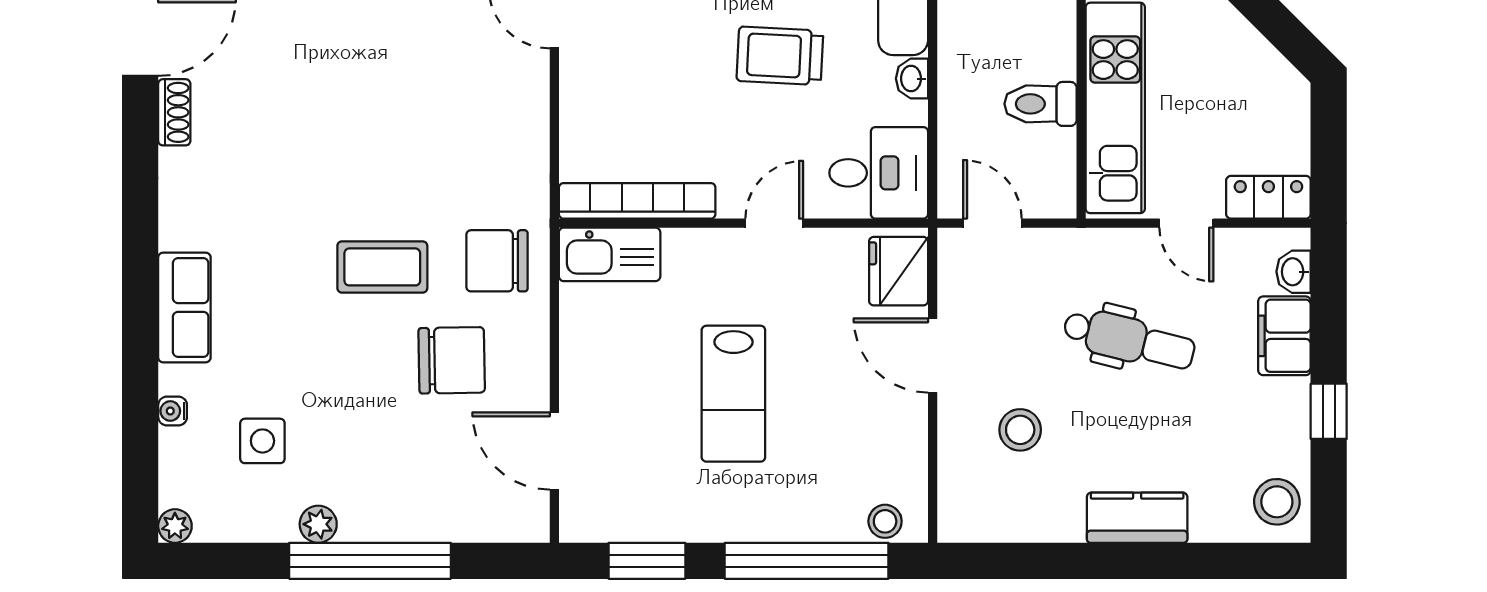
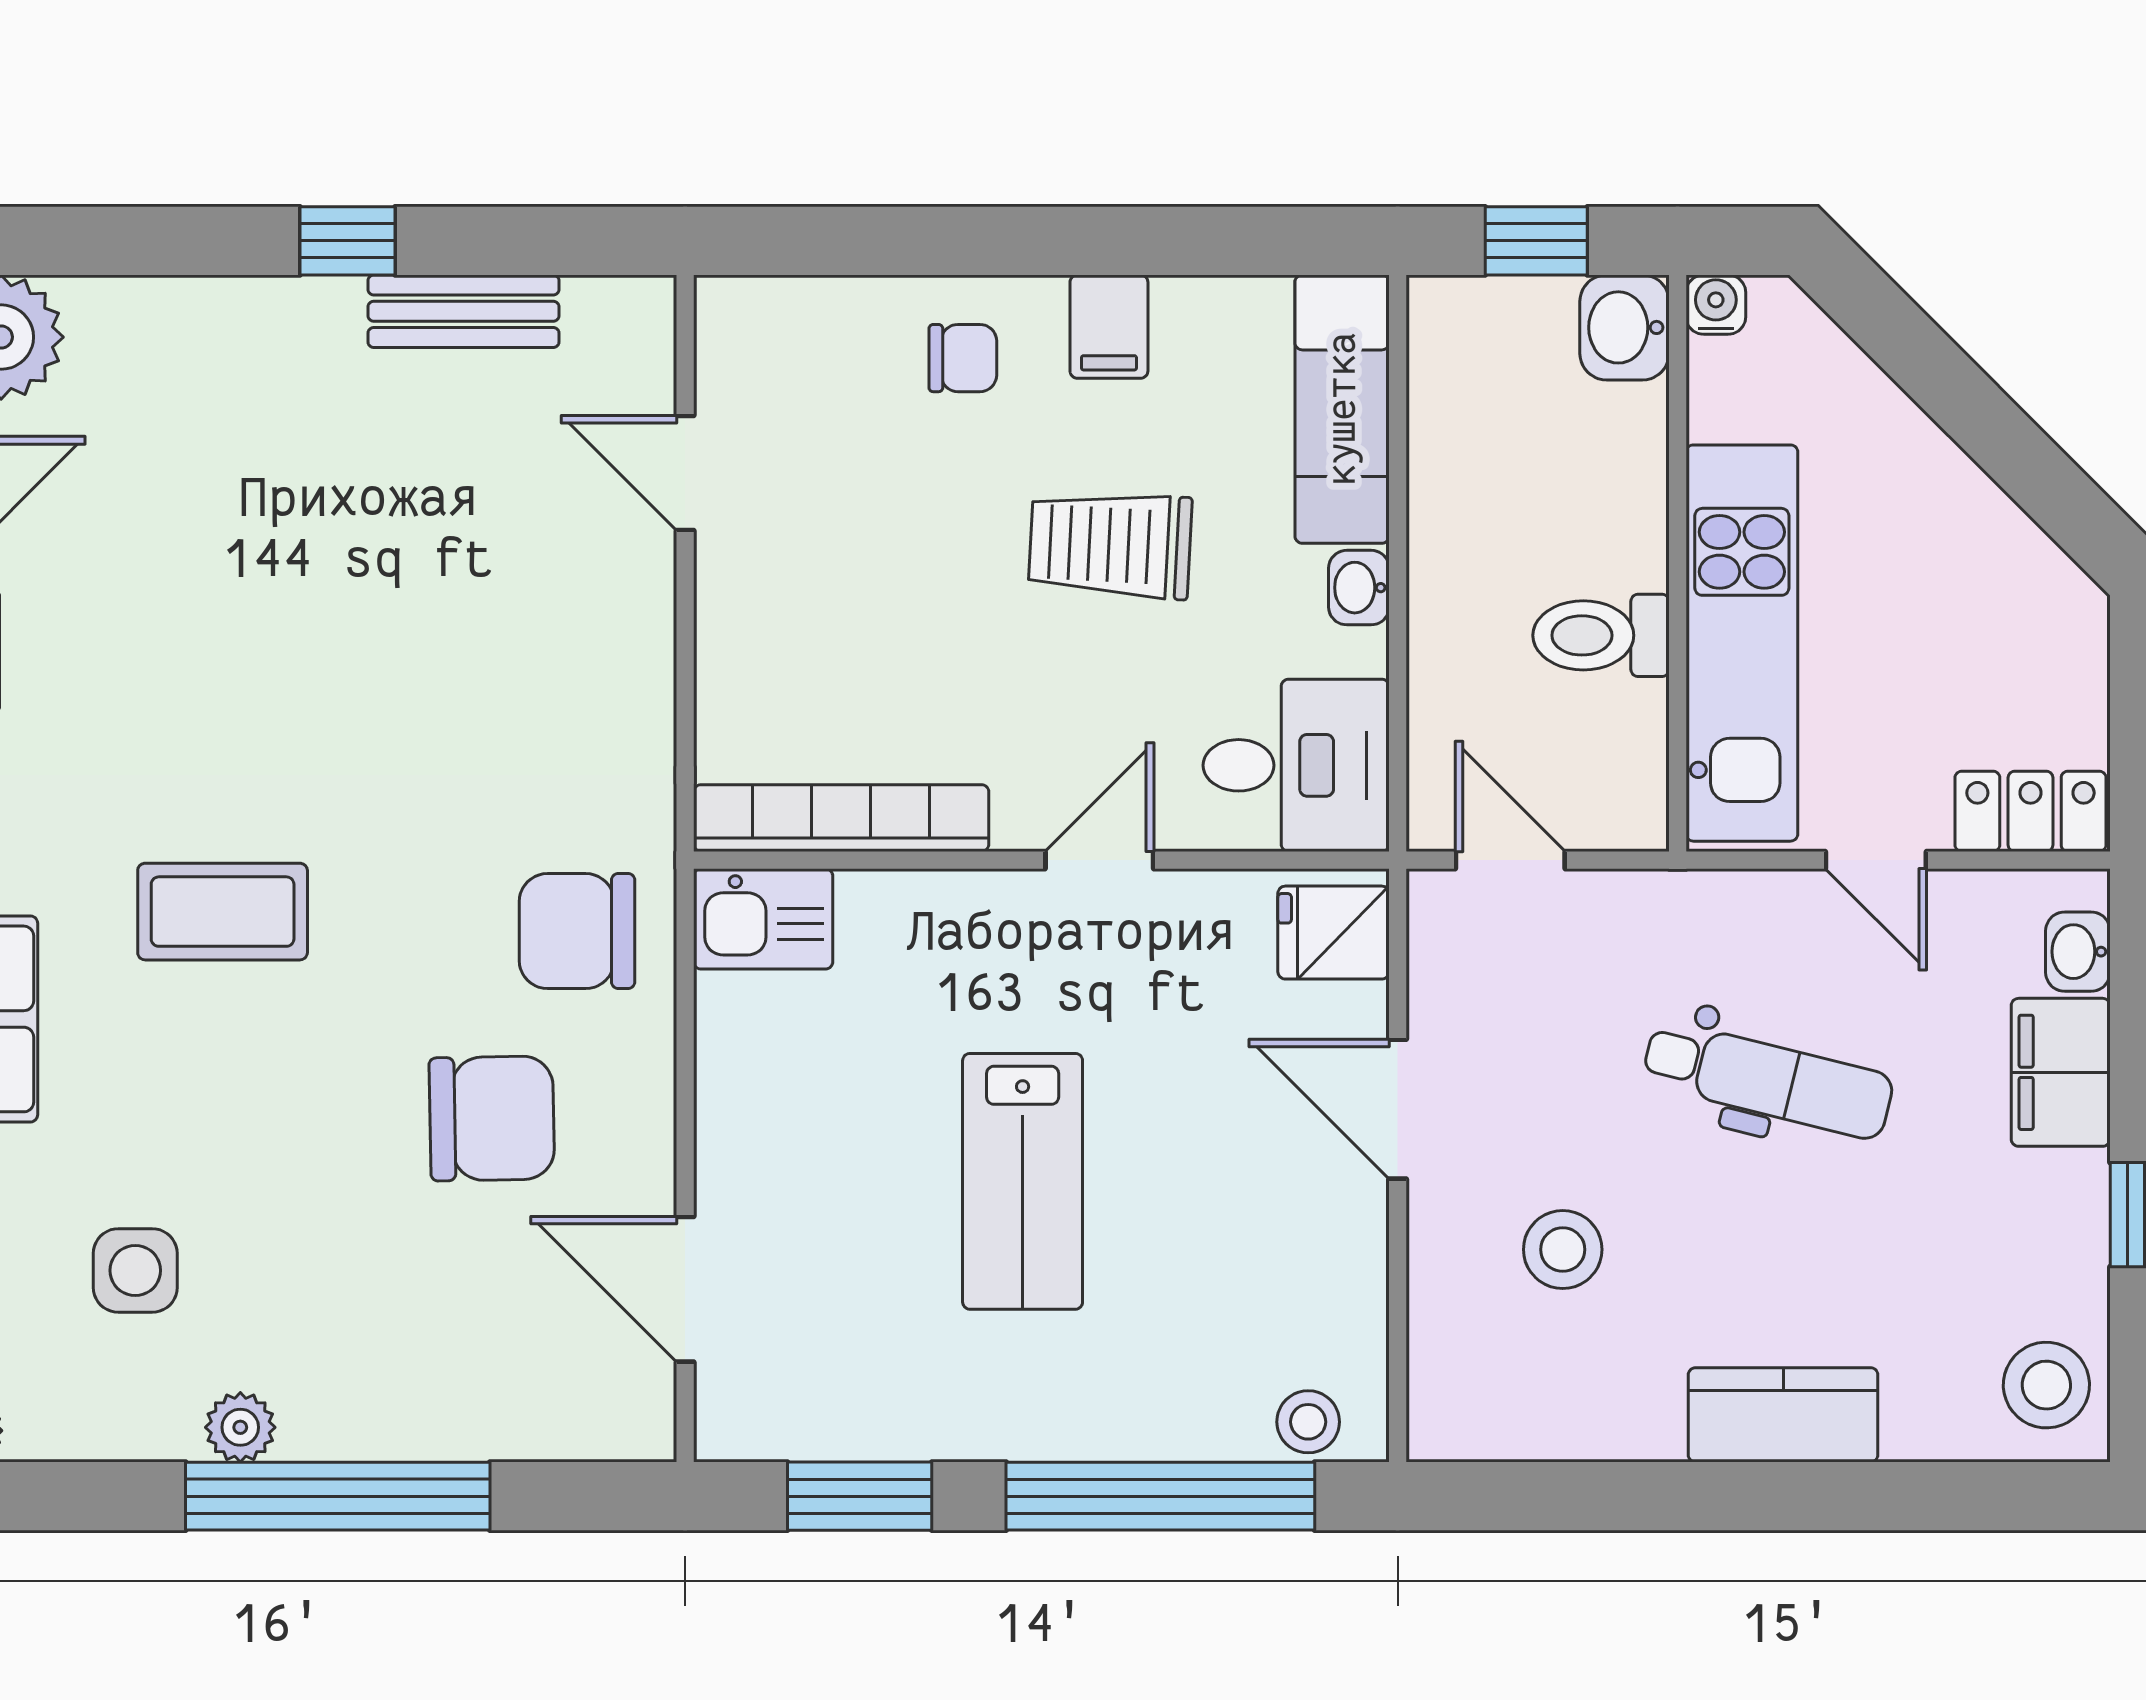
kitchen sink: (610, 254) -> (763, 919), width x0.73
coffee table: (382, 267) -> (223, 912), moved
fridge: (899, 271) -> (1334, 933), width x0.72

